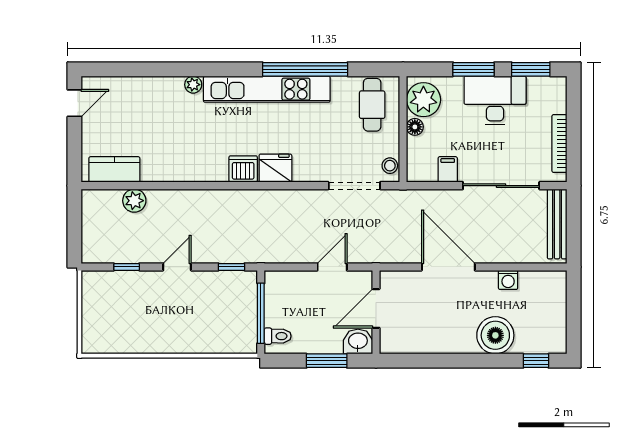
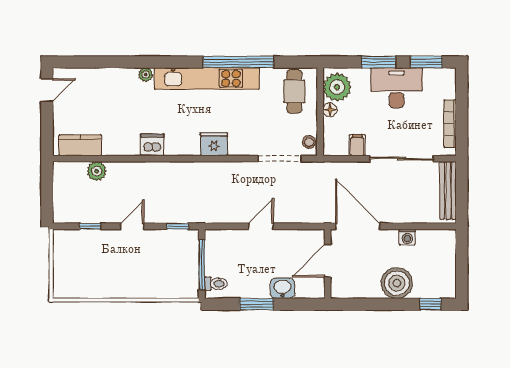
dishwasher: (243, 169) -> (152, 145), moved
door: (376, 308) -> (328, 261), moved
wall: (376, 312) -> (328, 264), moved

